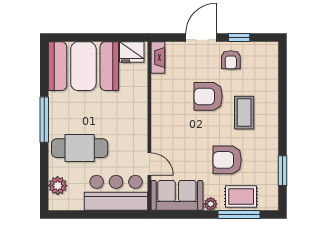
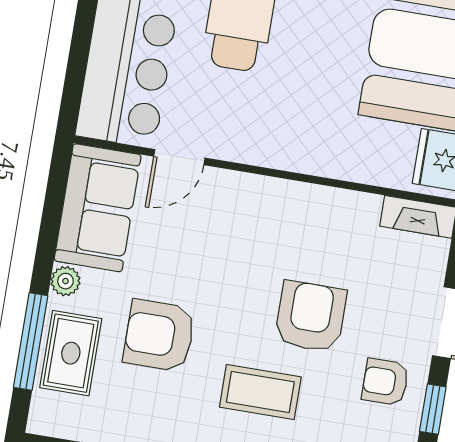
armchair: (227, 160) -> (159, 335), turned -90

